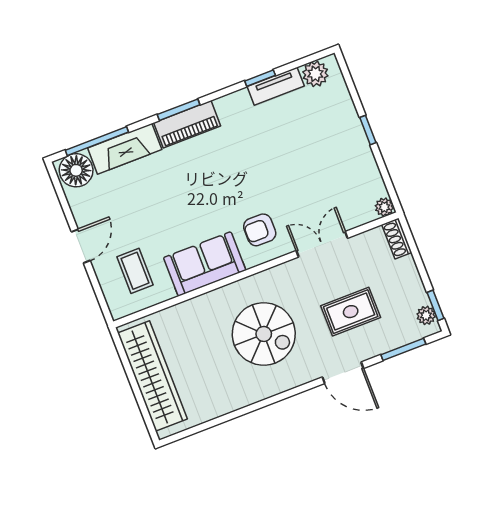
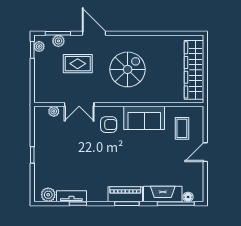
floor lamp: (76, 170) -> (188, 197), width x0.53, depth x0.53
plant: (384, 207) -> (54, 111), moved
shoe rack: (397, 239) -> (39, 92), removed
spiral stairs: (264, 334) -> (128, 69), turned 90
plant: (397, 337) -> (58, 41), added

